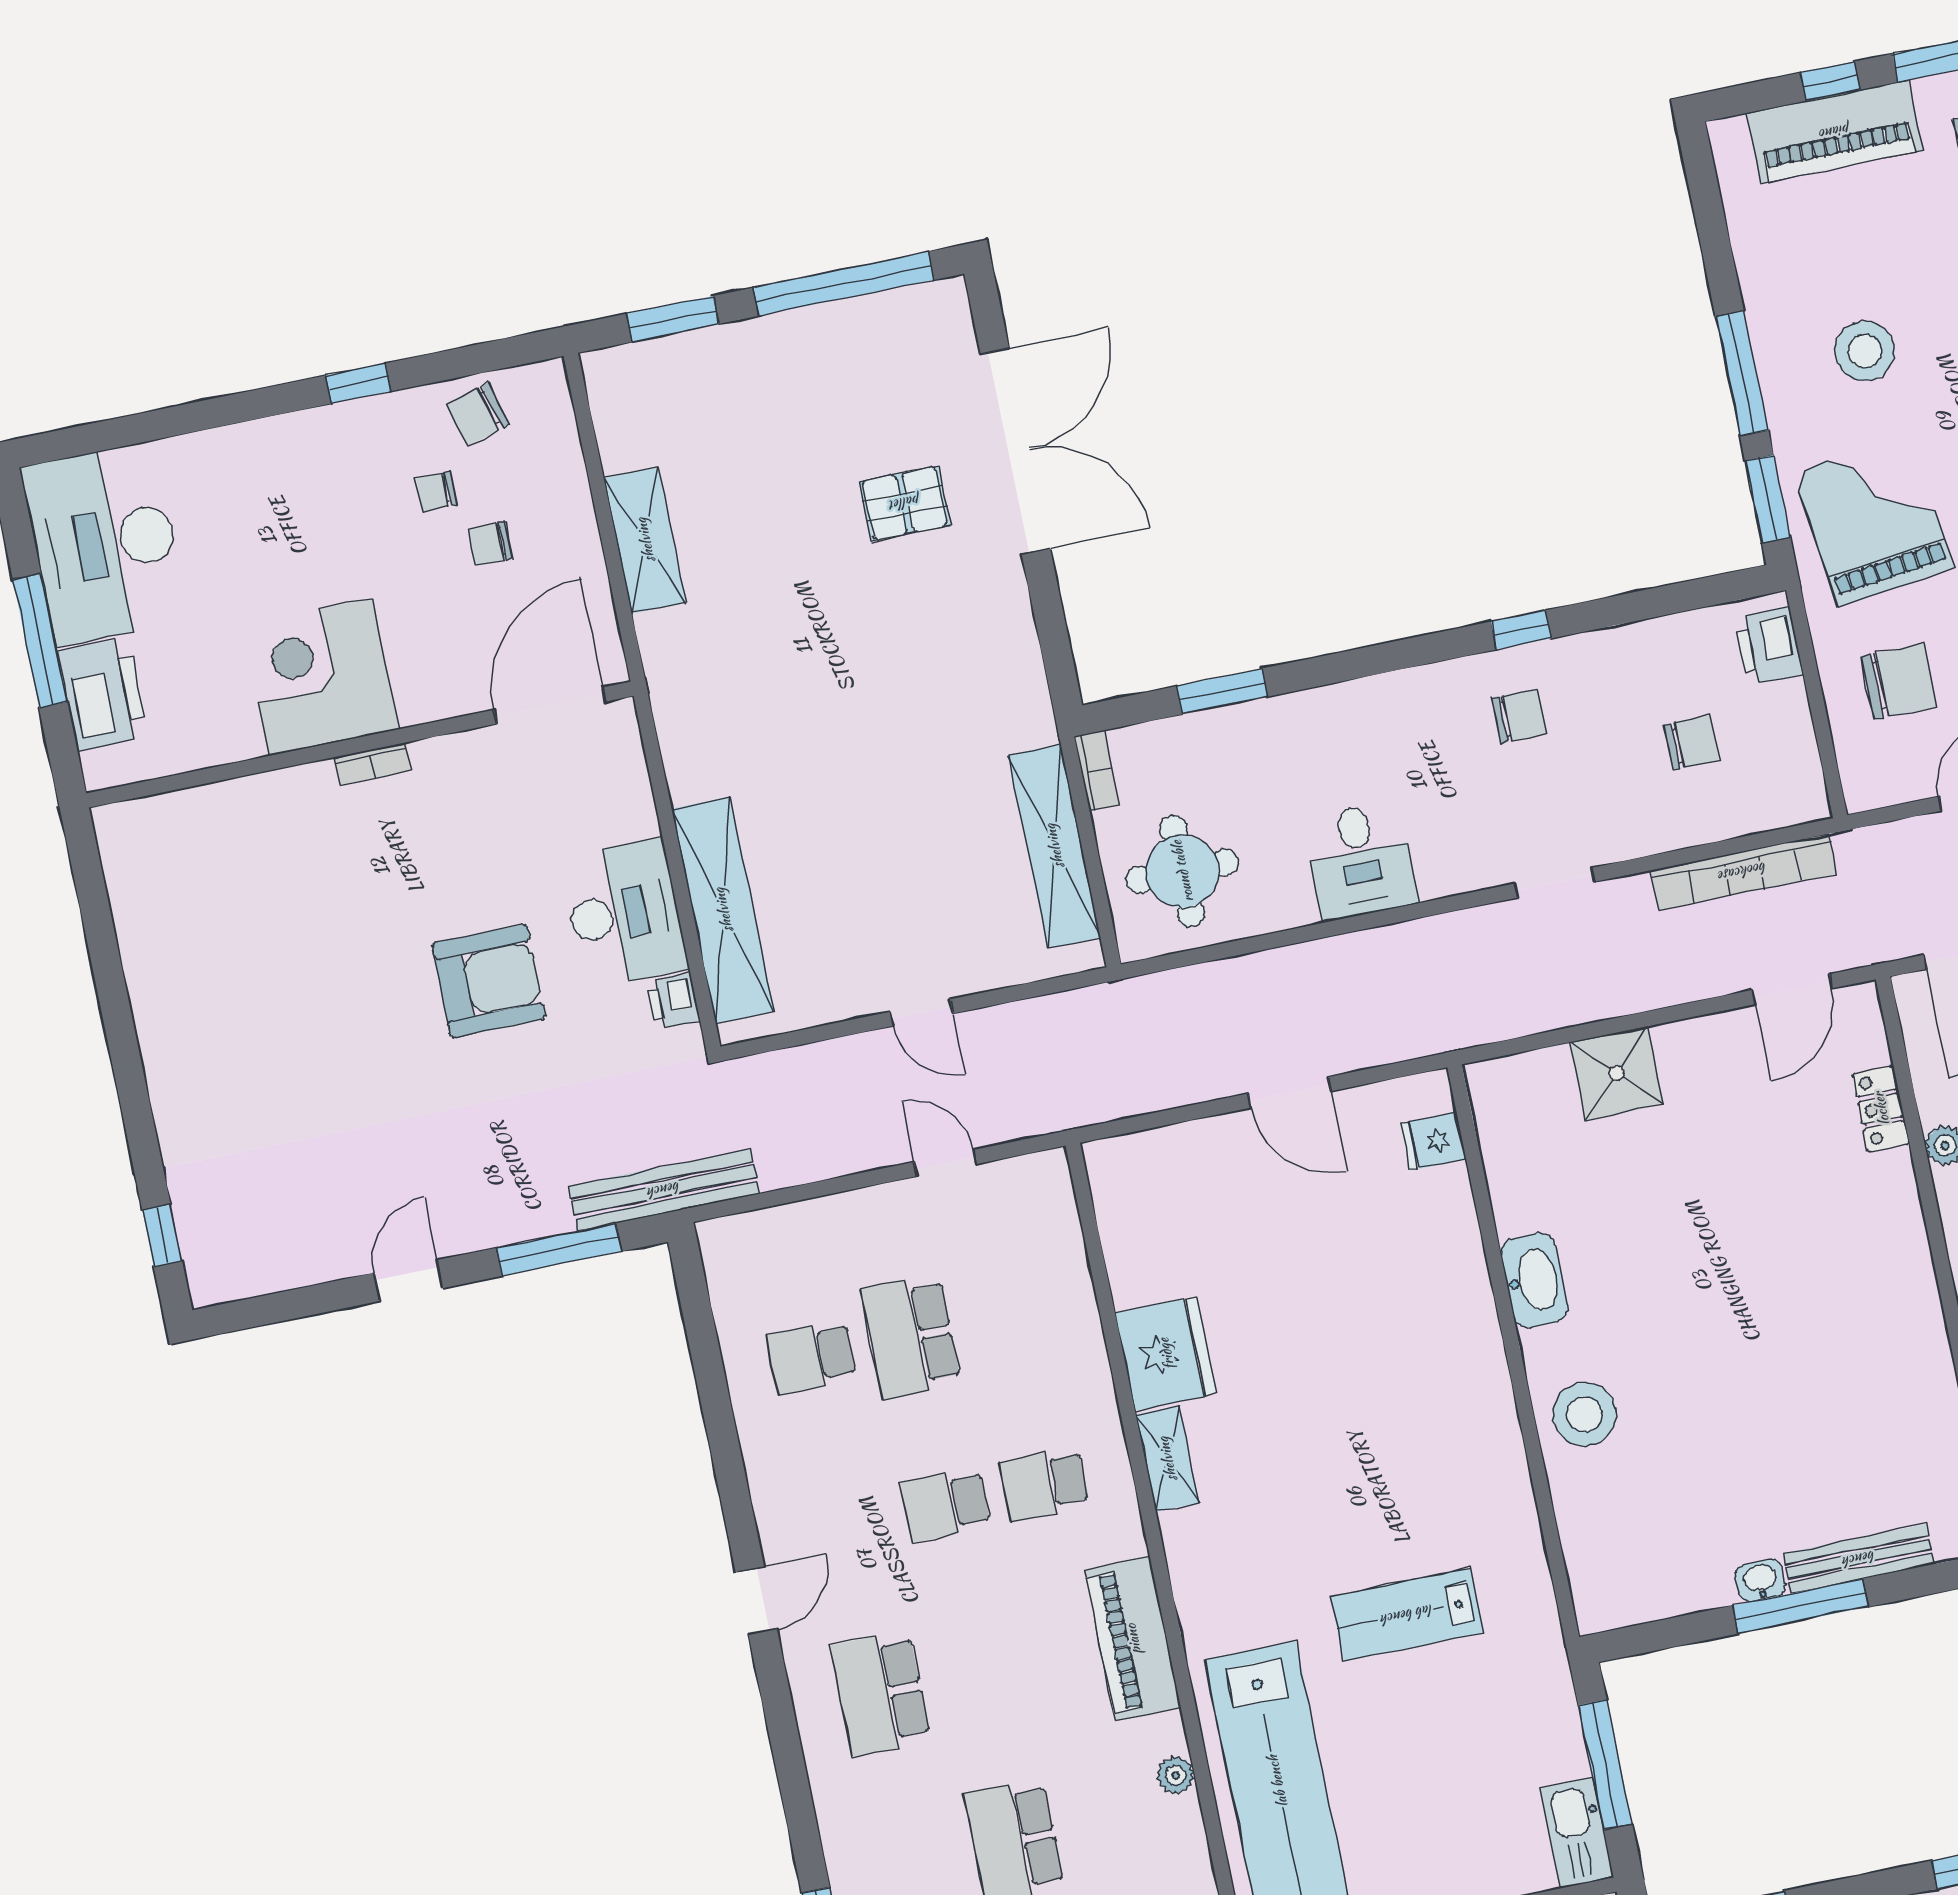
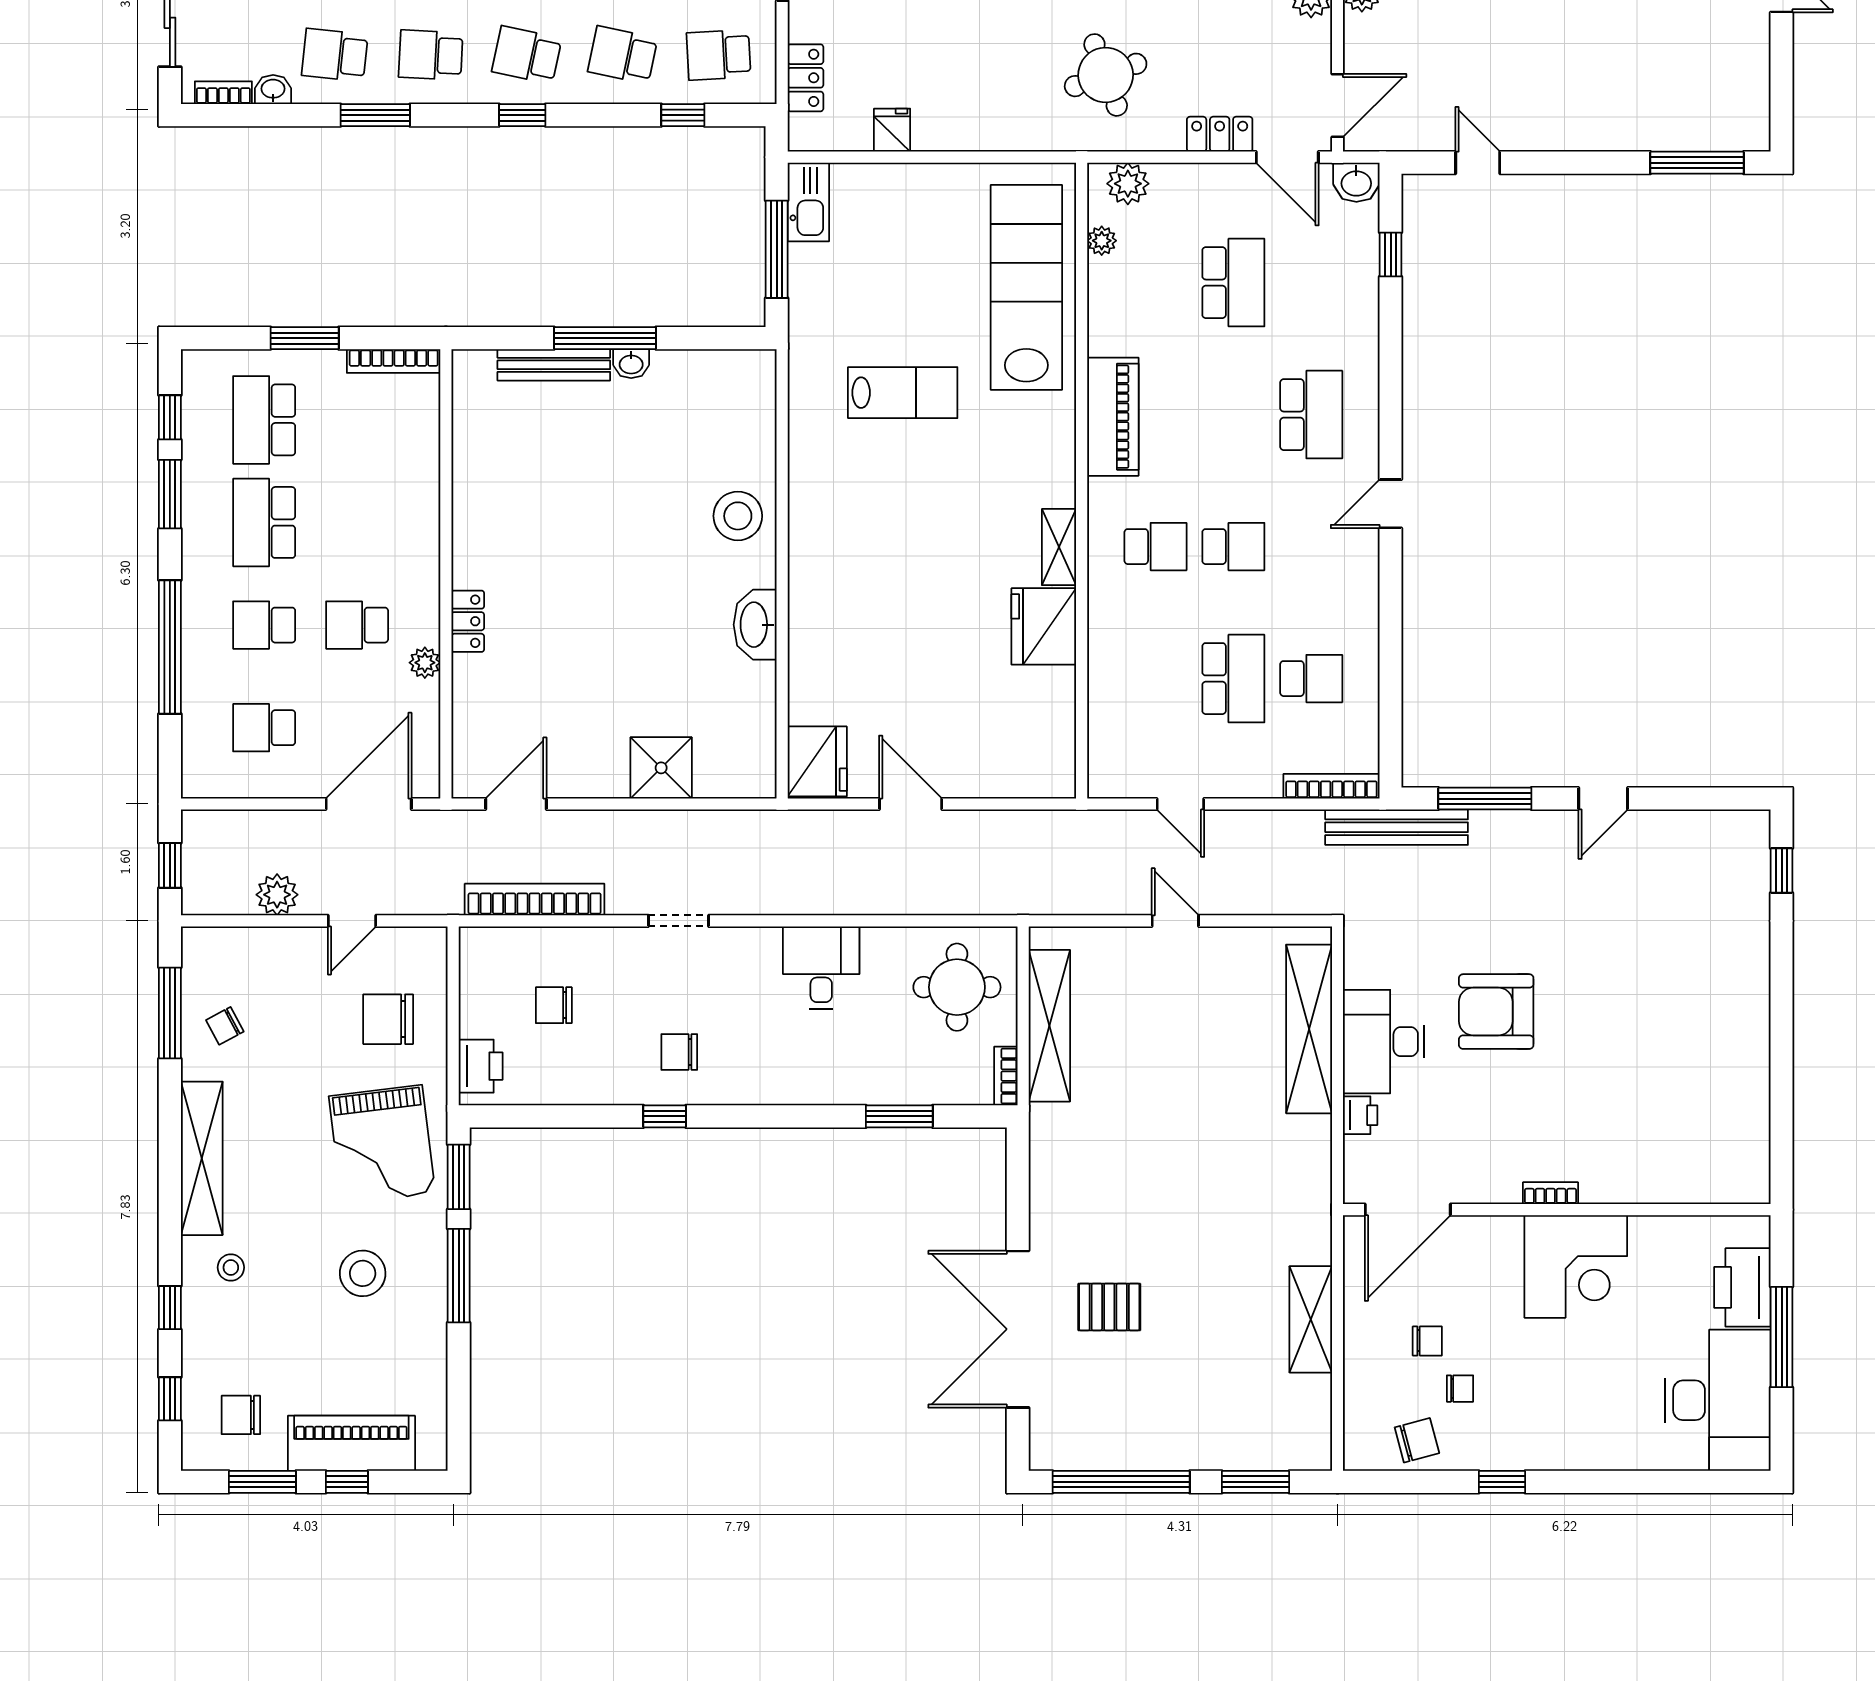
printer: (674, 1001) -> (1360, 1115), moved
locker: (1881, 1109) -> (468, 621), moved
fridge: (1433, 1141) -> (817, 761), width x1.88, depth x1.34
bookcase: (758, 1225) -> (1331, 786), added
plant: (1176, 1775) -> (1102, 241), moved

